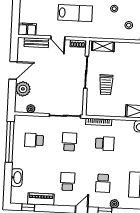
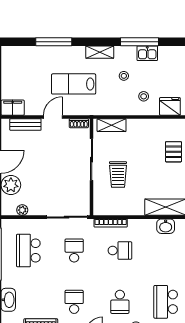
lab bench: (75, 13) -> (74, 84), turned 180
door: (58, 38) -> (53, 117), swing flipped
school desk: (34, 140) -> (28, 250), width x1.85

